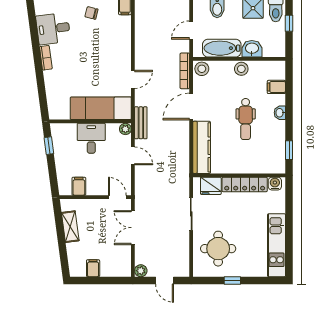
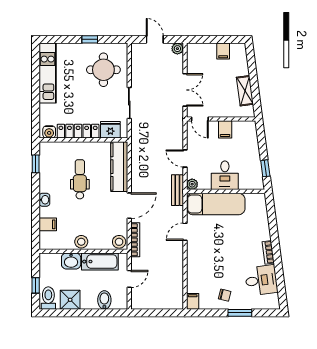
dental chair: (246, 119) -> (80, 179), moved
filing cabinet: (79, 186) -> (225, 129), moved

